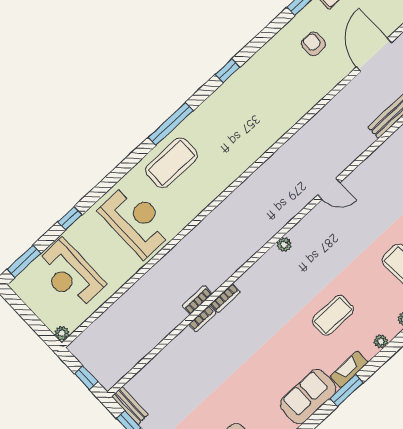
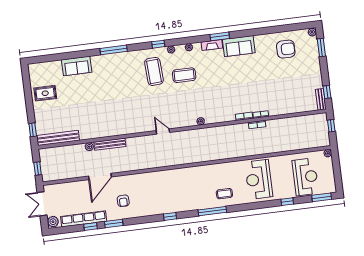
coffee table: (171, 163) -> (224, 194), width x0.54, depth x0.58
coffee table: (333, 315) -> (184, 75), moved

